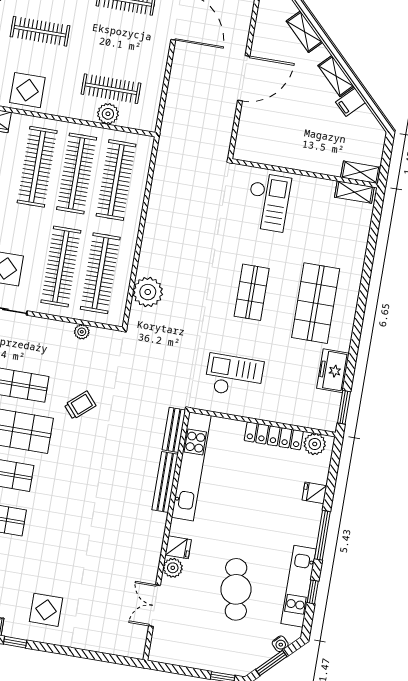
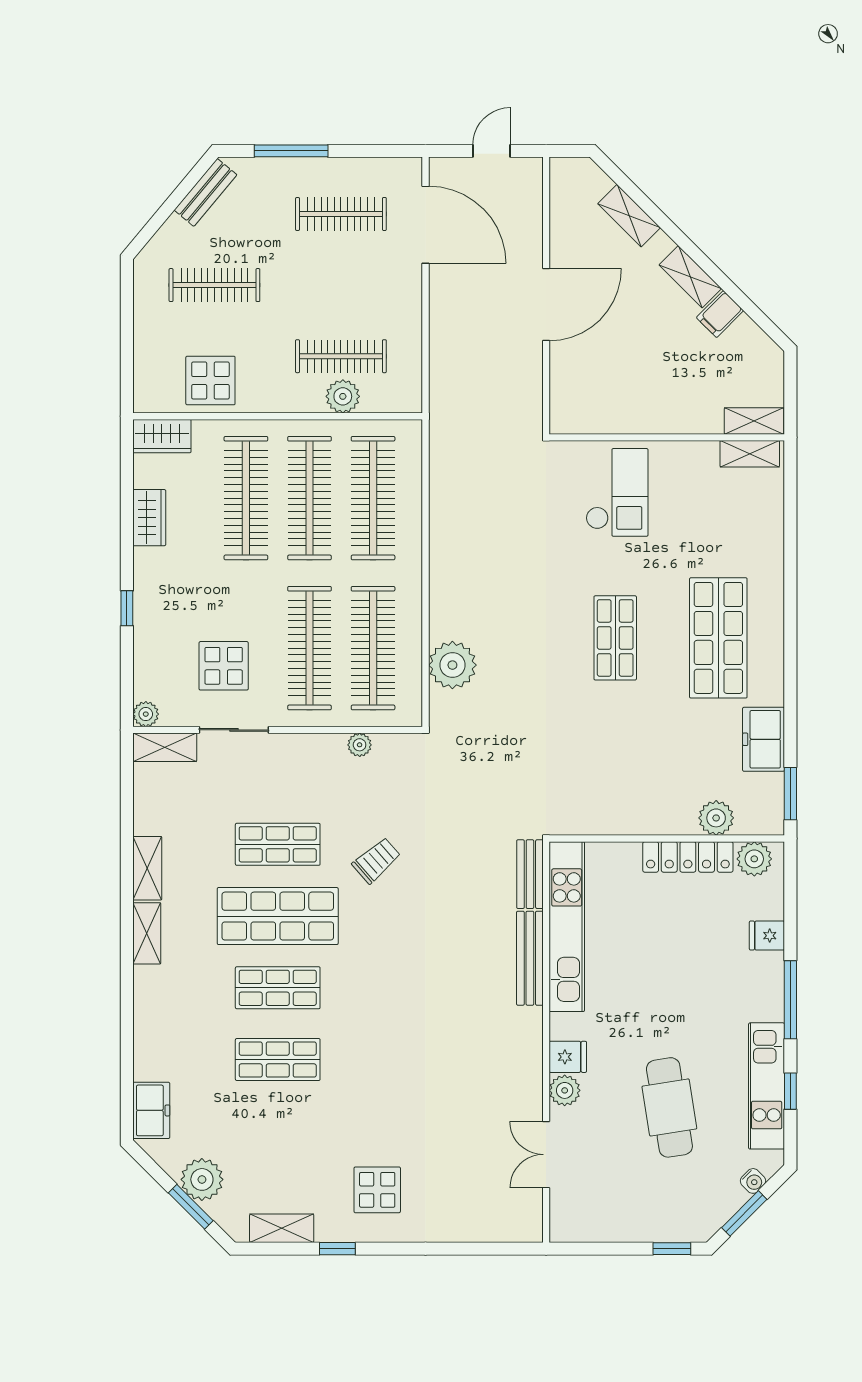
checkout: (234, 376) -> (610, 774), removed
plant: (295, 415) -> (716, 818), added

